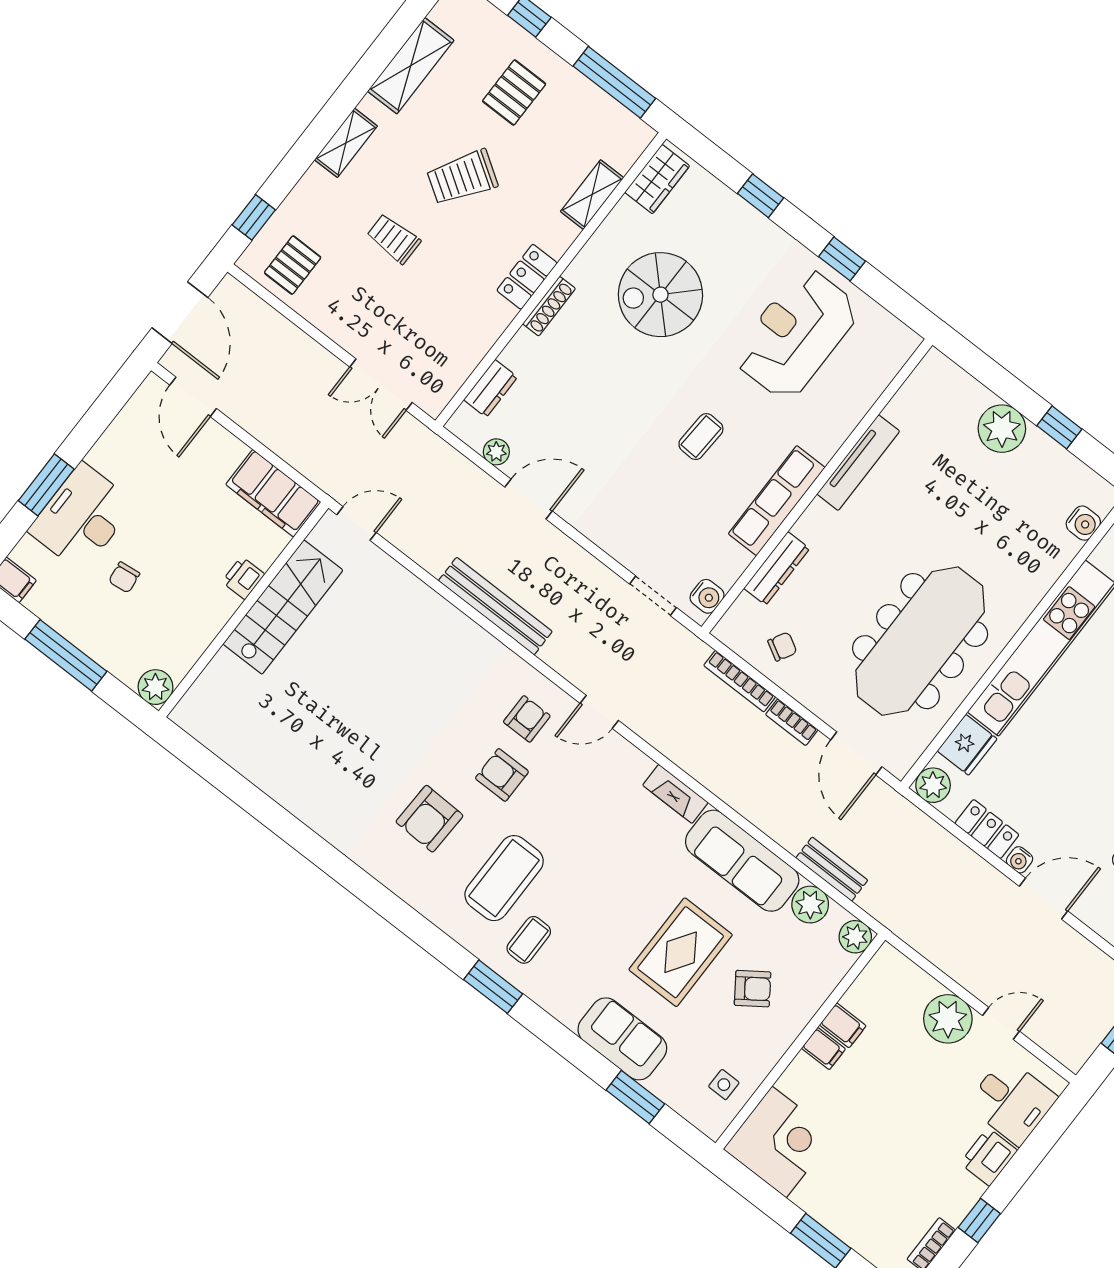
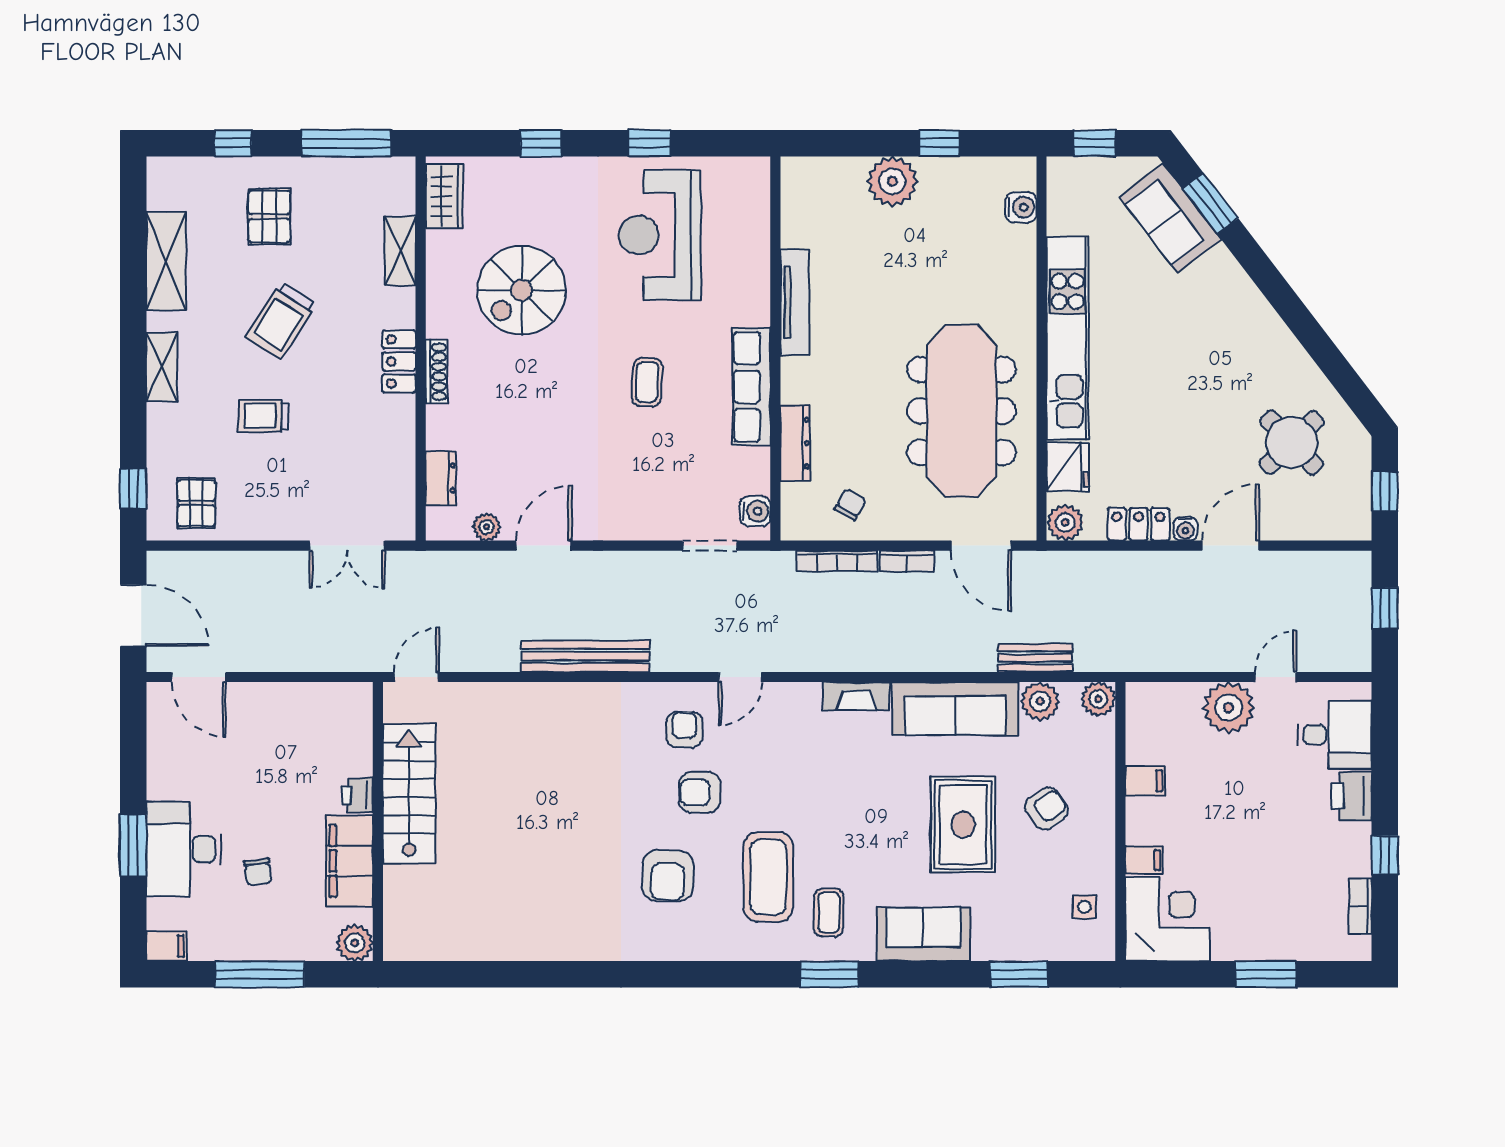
filing cabinet: (273, 493) -> (349, 861), moved, turned 90
sofa: (622, 1039) -> (923, 934), moved
filing cabinet: (823, 1049) -> (1144, 860), moved

